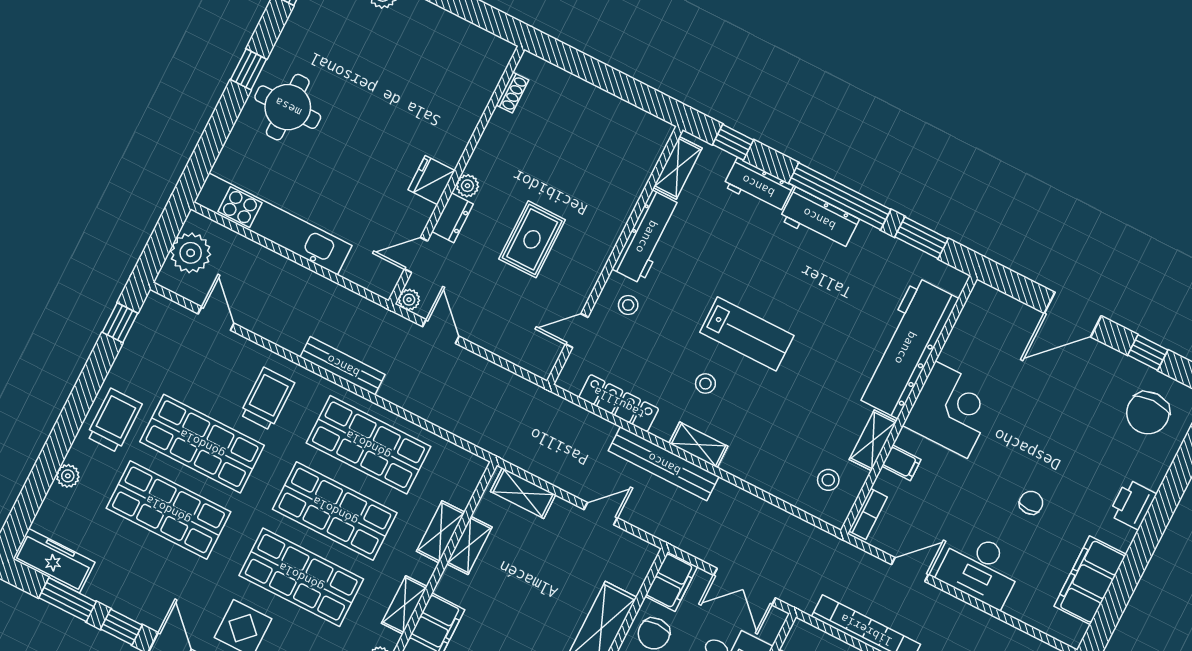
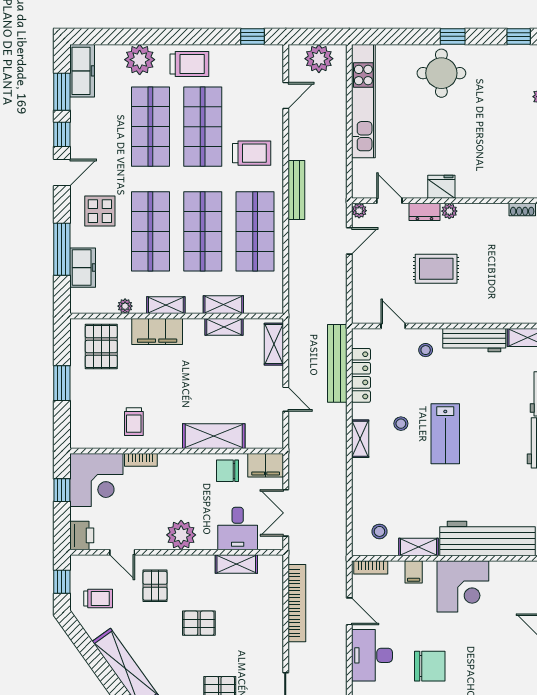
bench: (664, 464) -> (337, 363), moved
plant: (68, 476) -> (140, 60), width x1.88, depth x1.88
chair: (1031, 503) -> (430, 666), width x1.87, depth x1.87

